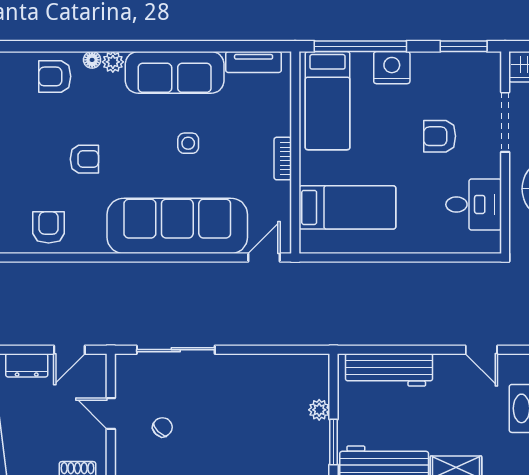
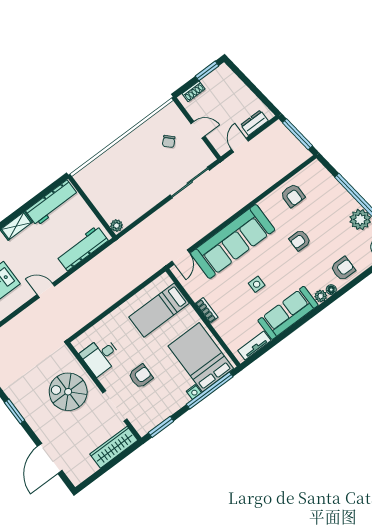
nightstand: (392, 68) -> (194, 392), width x0.53, depth x0.56
bed: (328, 101) -> (201, 357), width x1.50
plant: (319, 410) -> (116, 226), moved
window: (334, 442) -> (83, 195), removed

